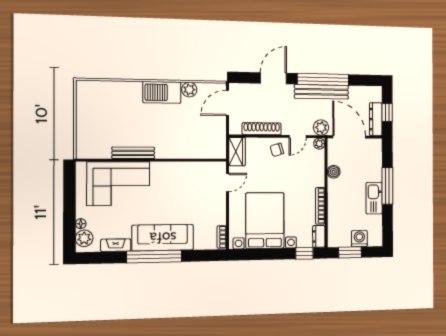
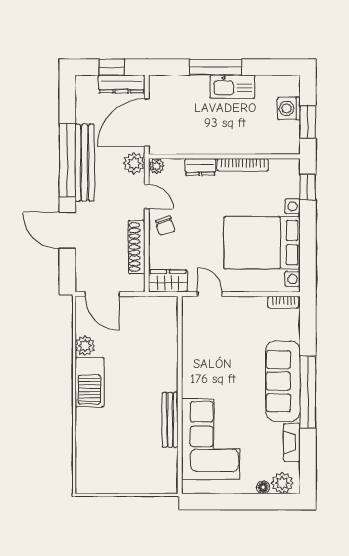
boiler: (334, 172) -> (195, 145), removed
dresser: (319, 236) -> (200, 167), moved

